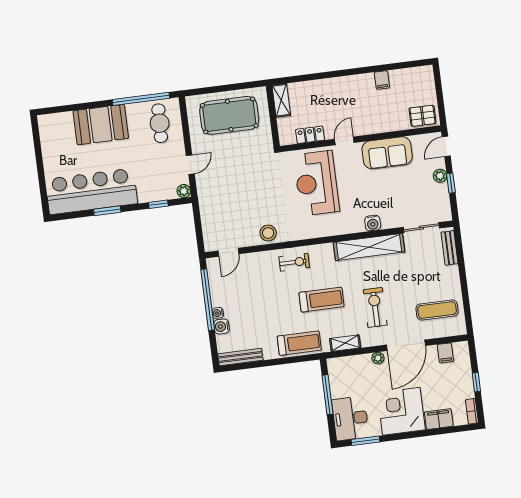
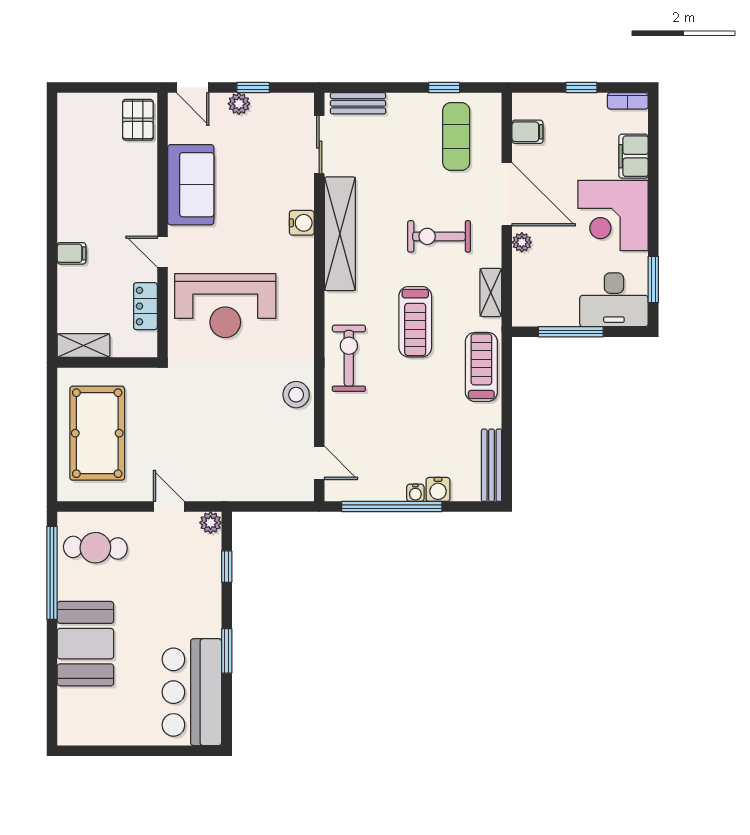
filing cabinet: (382, 80) -> (71, 253), moved
bar counter: (91, 191) -> (192, 692), width x0.73
exercise bike: (294, 262) -> (349, 358), width x1.38, depth x1.39
window: (466, 299) -> (444, 88), added
treadmill: (321, 300) -> (415, 322), turned 180

